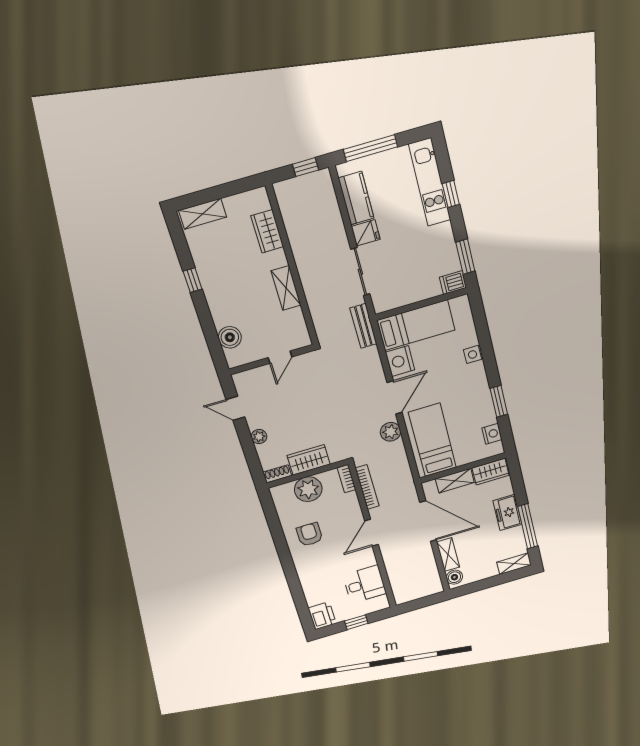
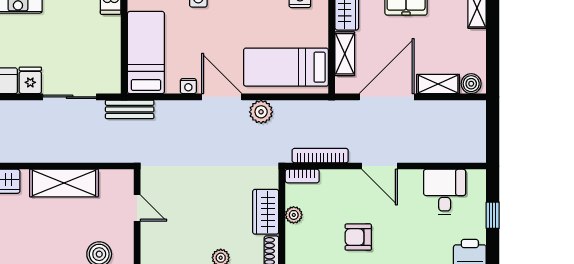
shelving: (286, 288) -> (64, 183), width x1.50, depth x1.33
nightstand: (400, 361) -> (188, 86), width x0.53, depth x0.56
plant: (308, 489) -> (294, 215), width x0.53, depth x0.53

